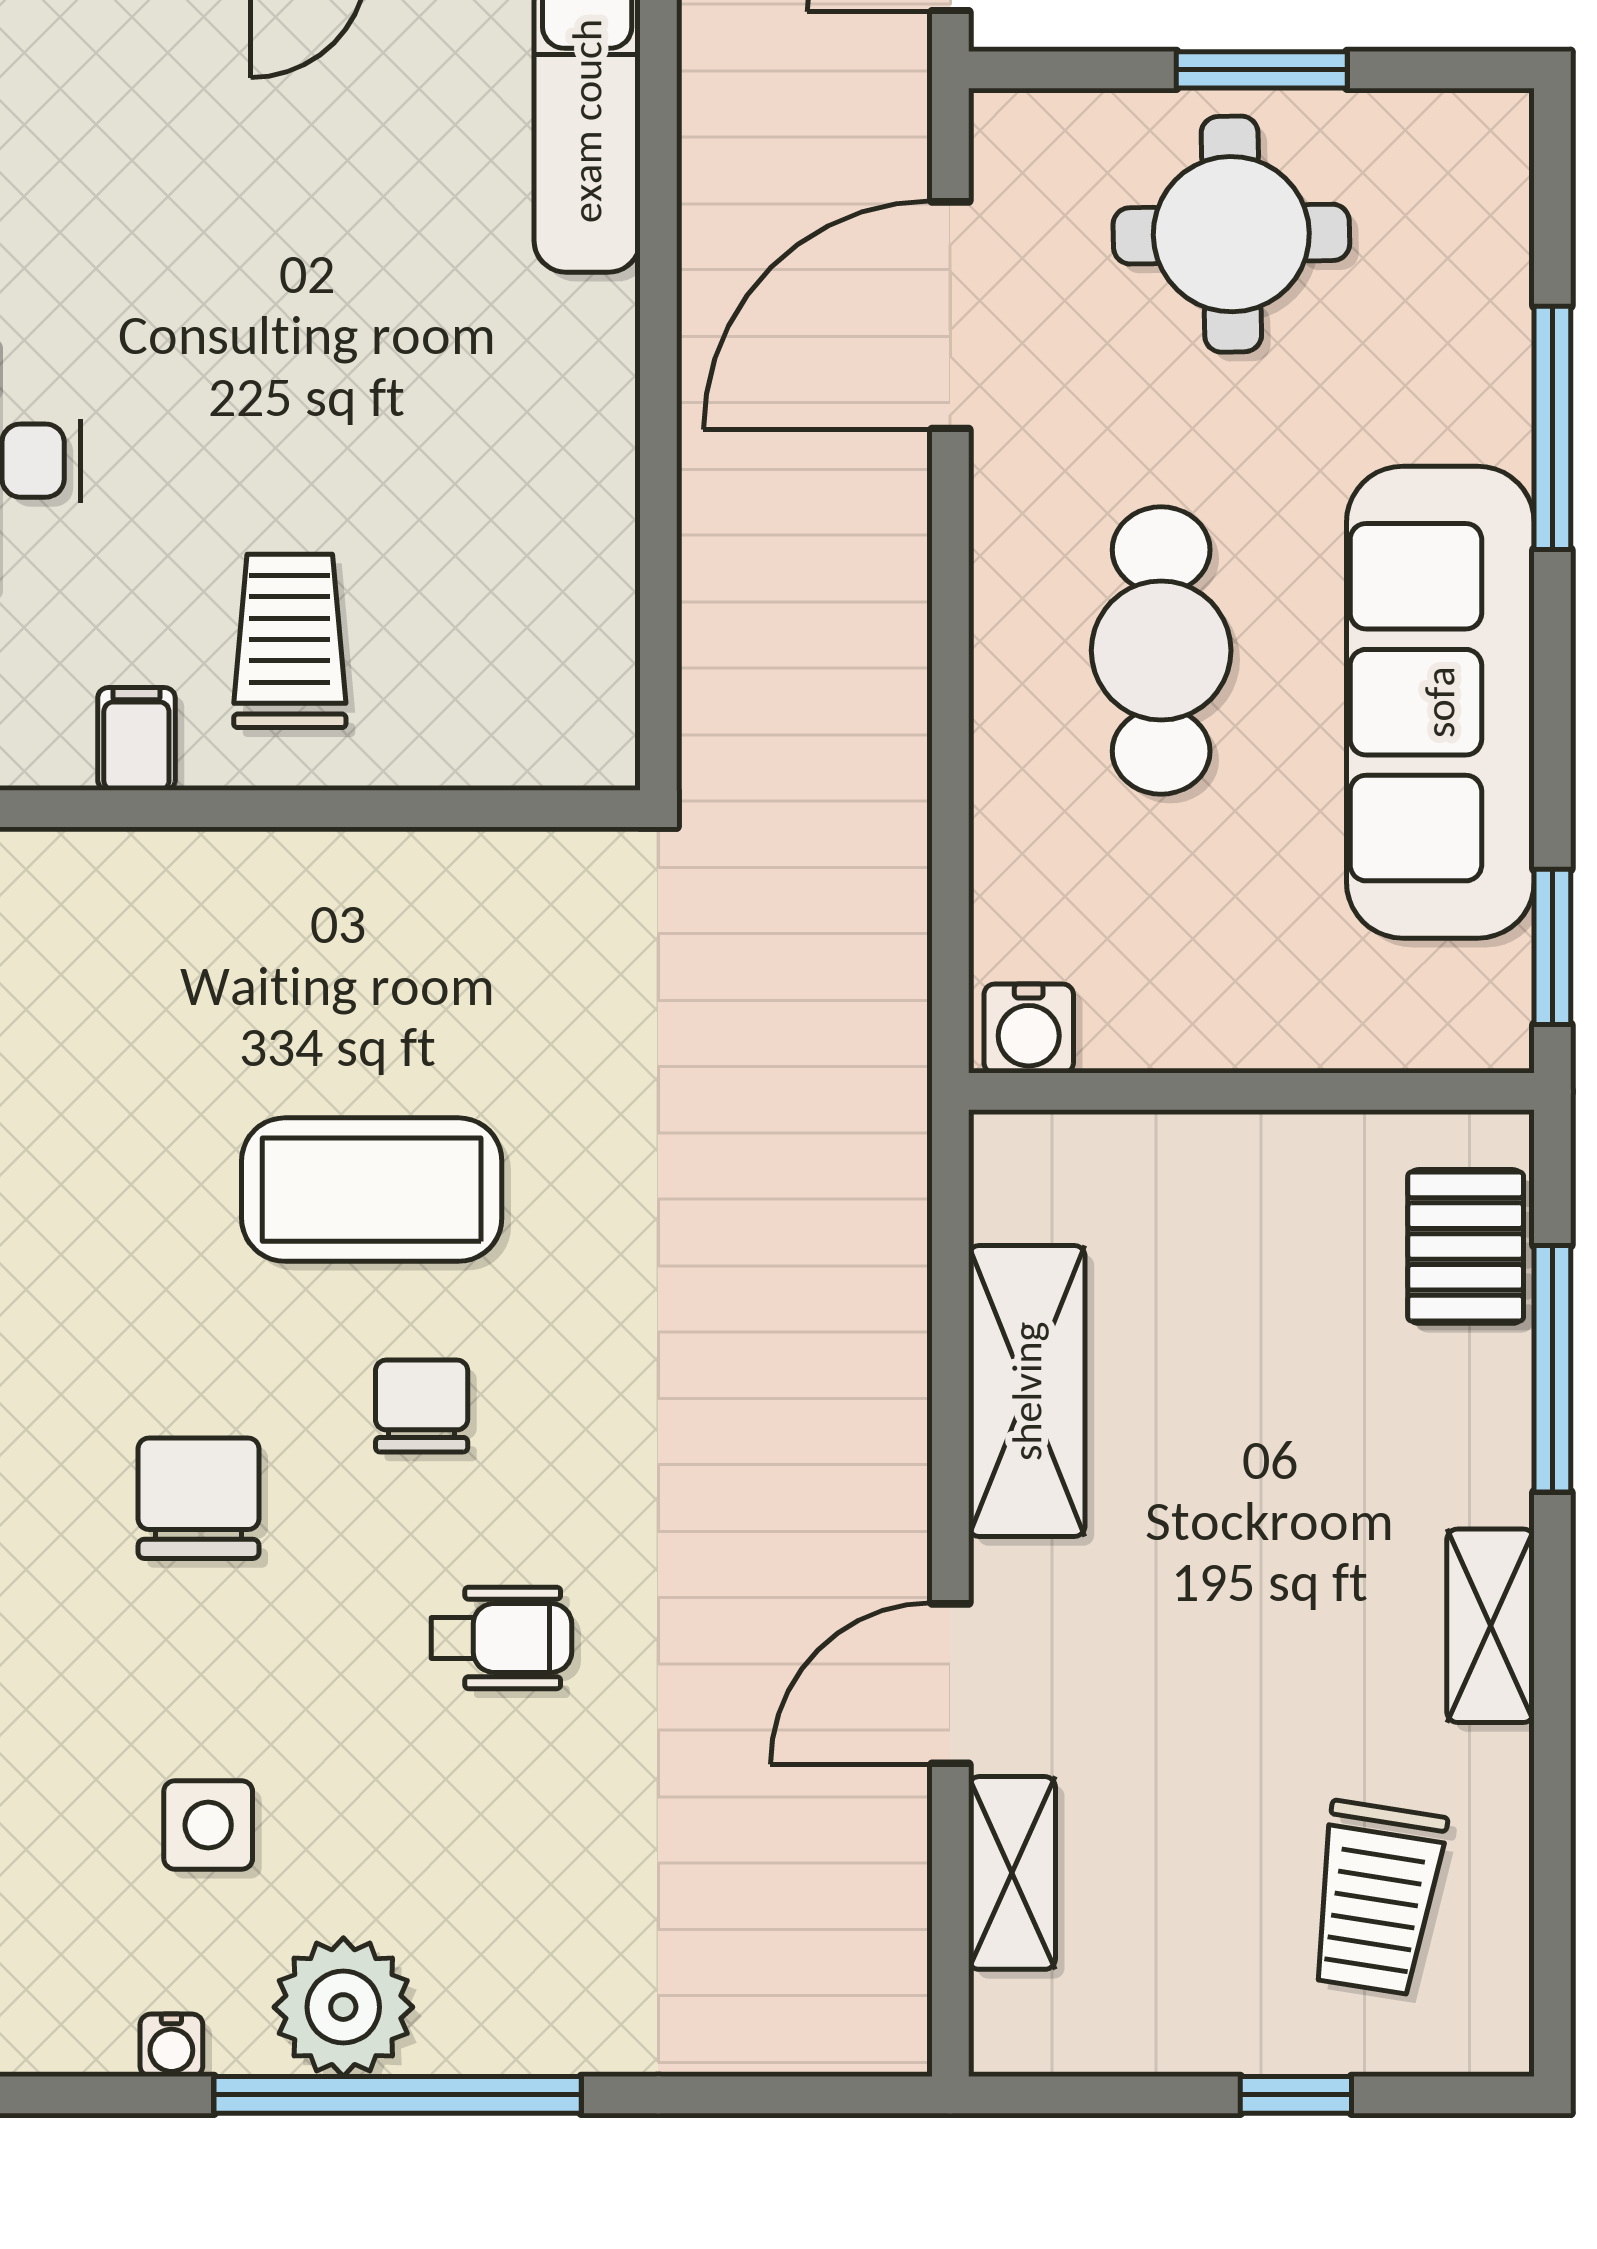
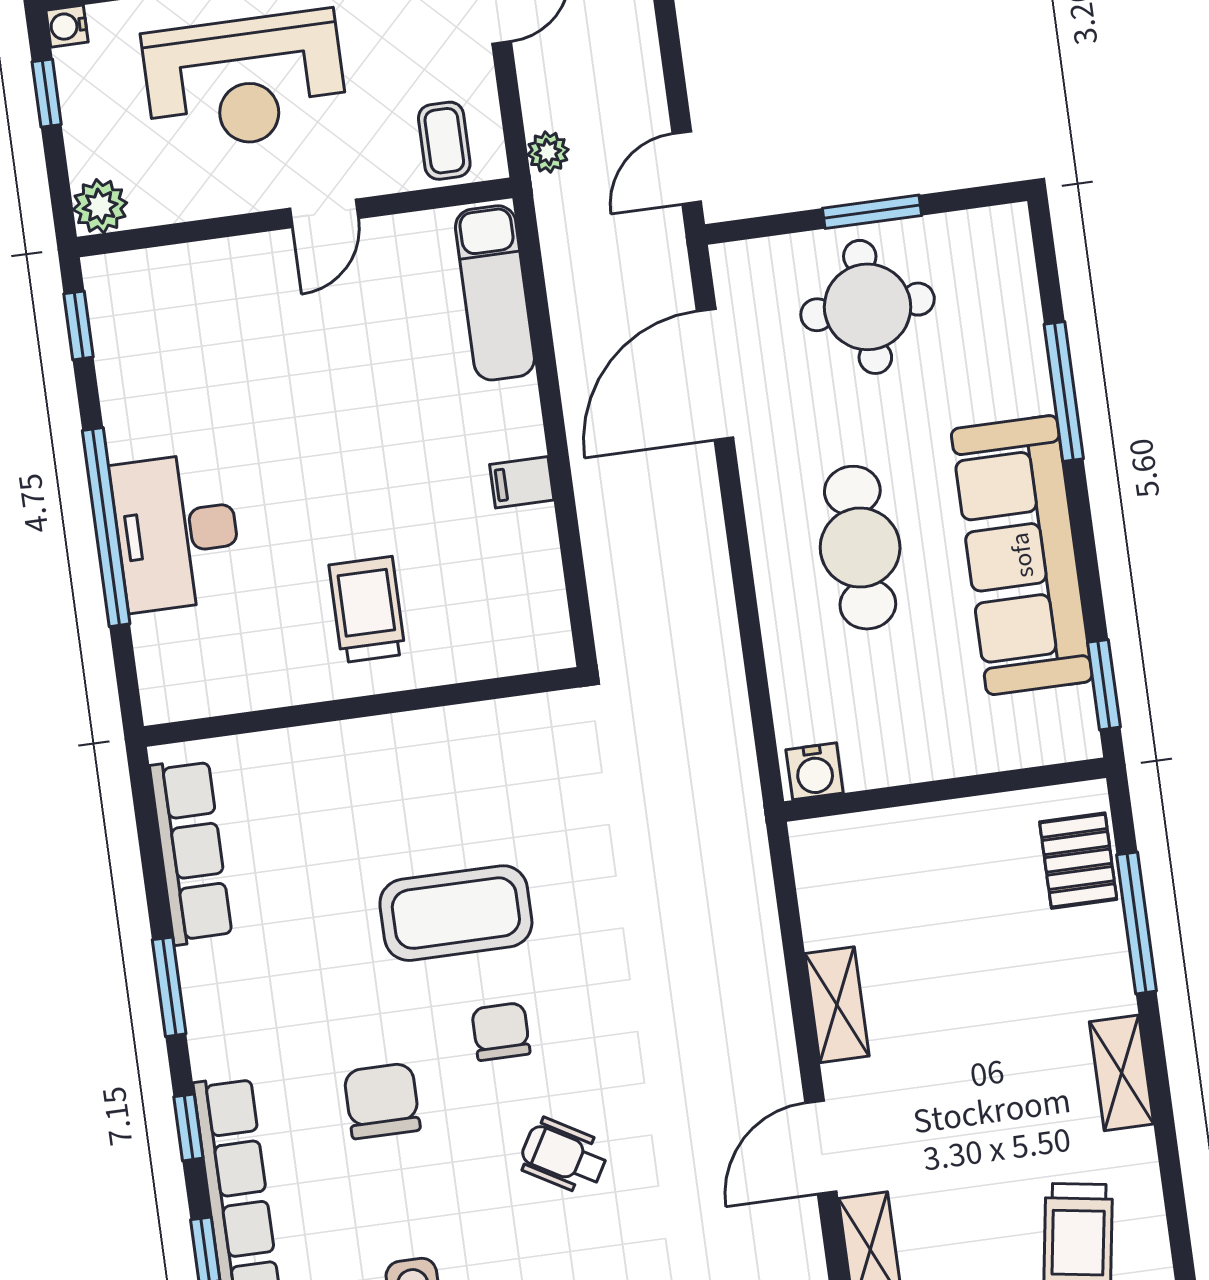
filing cabinet: (136, 739) -> (522, 482), moved, turned -90
shelving: (1027, 1391) -> (837, 1005), width x0.67, depth x0.75
wheelchair: (501, 1638) -> (564, 1156), turned -150

